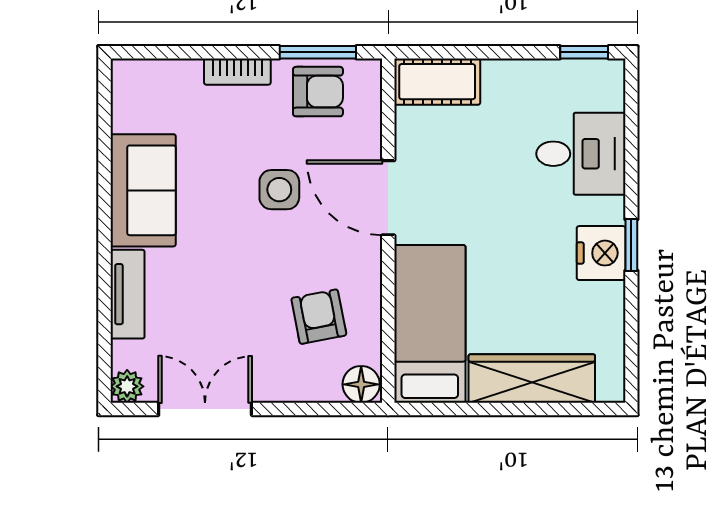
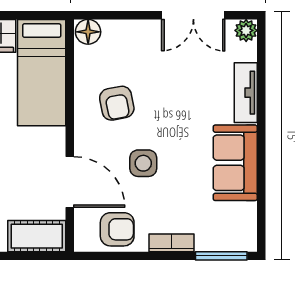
window: (318, 52) -> (221, 256), moved
armchair: (318, 92) -> (117, 229), turned 180
door: (388, 198) -> (70, 182), moved
armchair: (319, 317) -> (117, 103), moved

